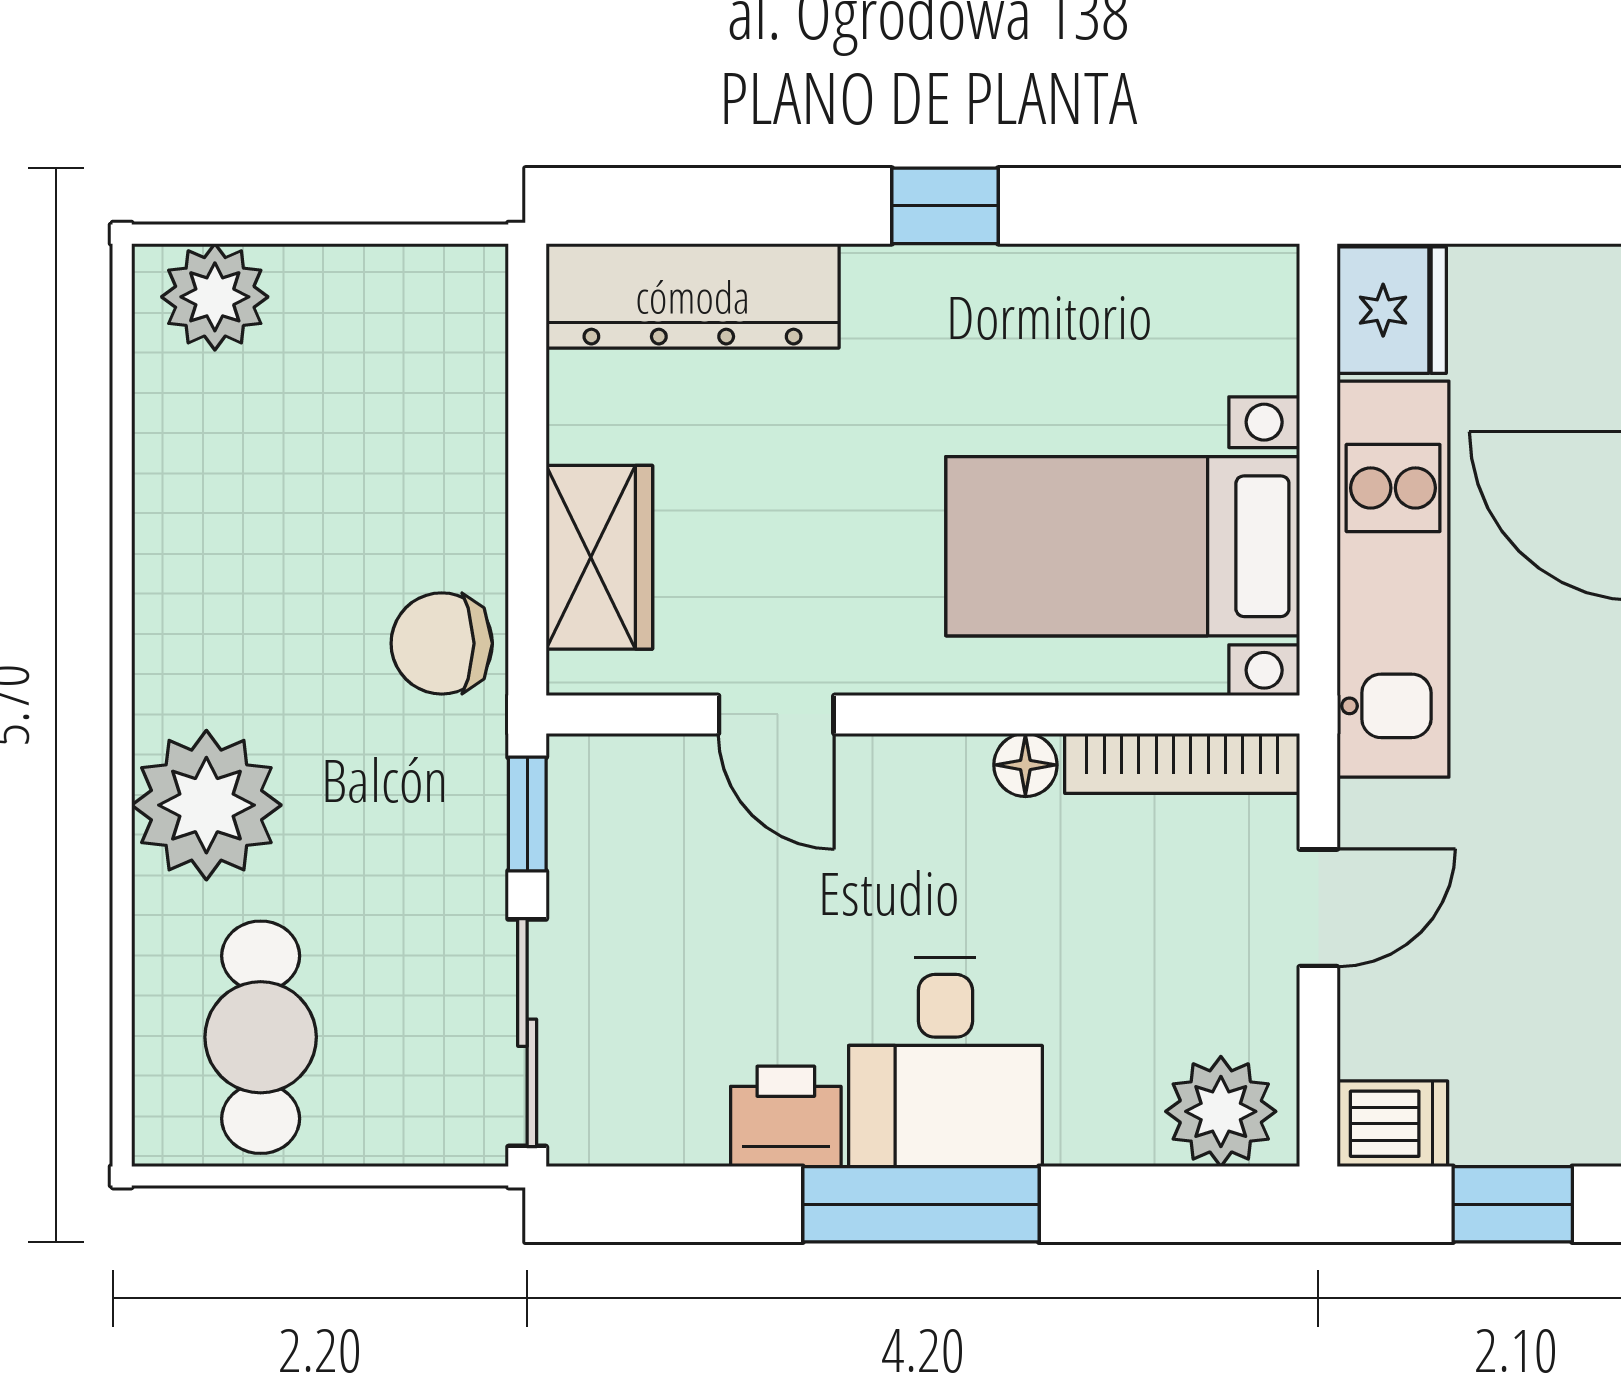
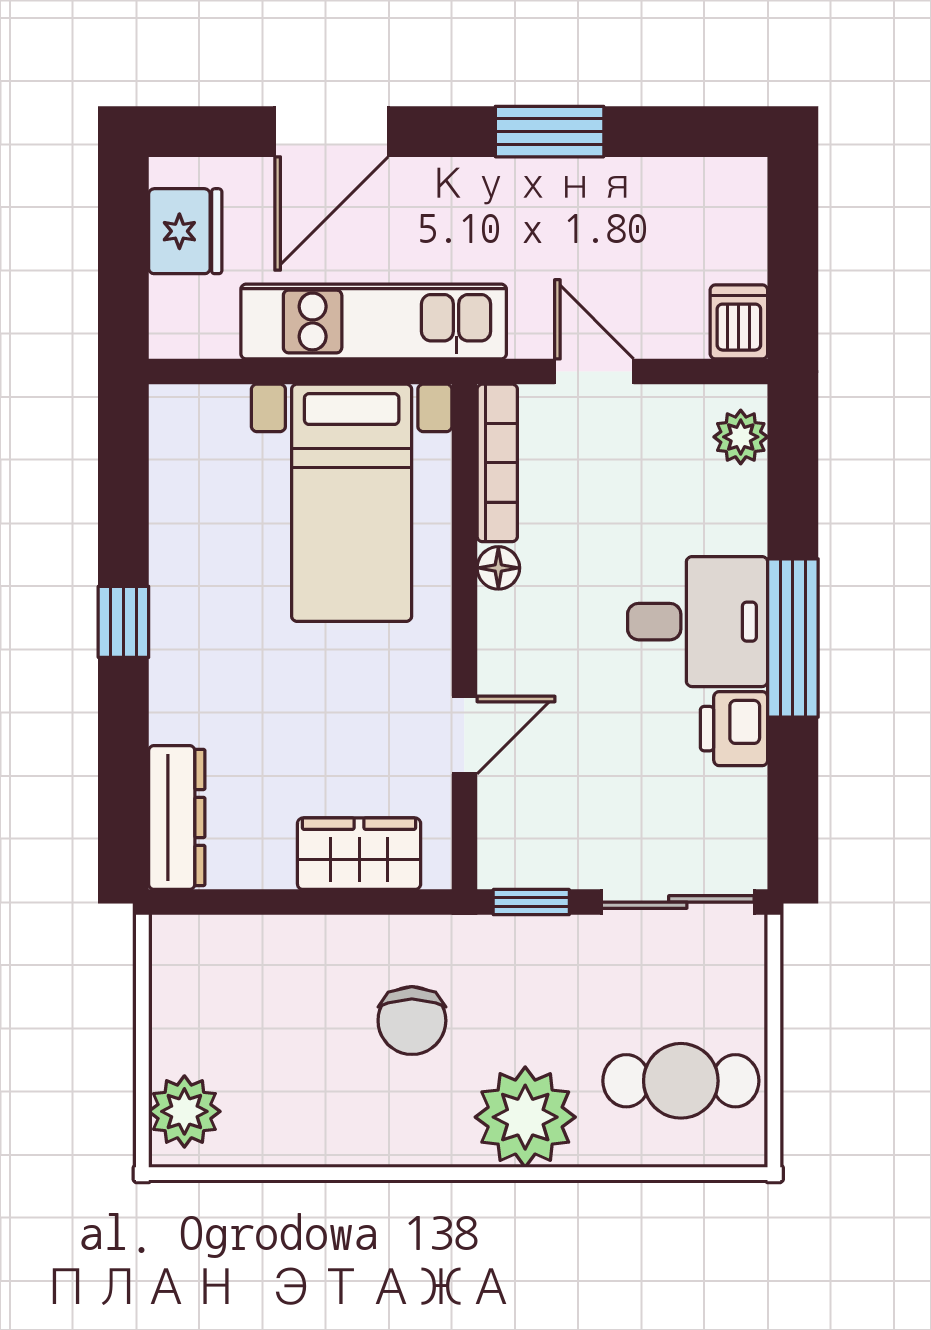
dresser: (693, 296) -> (177, 817), width x0.73, depth x0.80
fridge: (1392, 310) -> (185, 231), moved, turned 90
chair: (442, 643) -> (412, 1021), moved
plant: (1221, 1111) -> (741, 437), width x0.73, depth x0.73
window: (1513, 1204) -> (793, 241), removed

